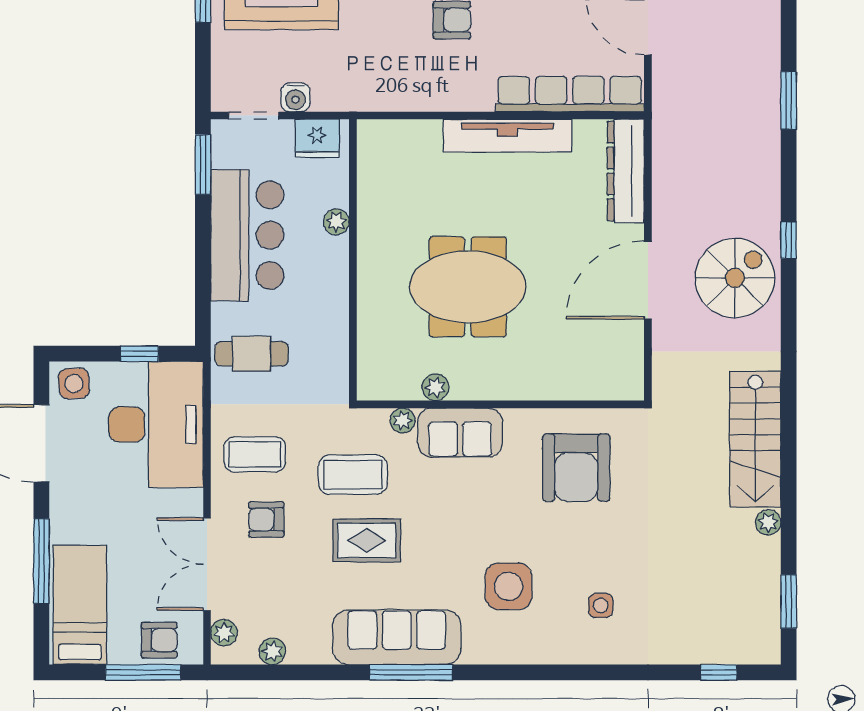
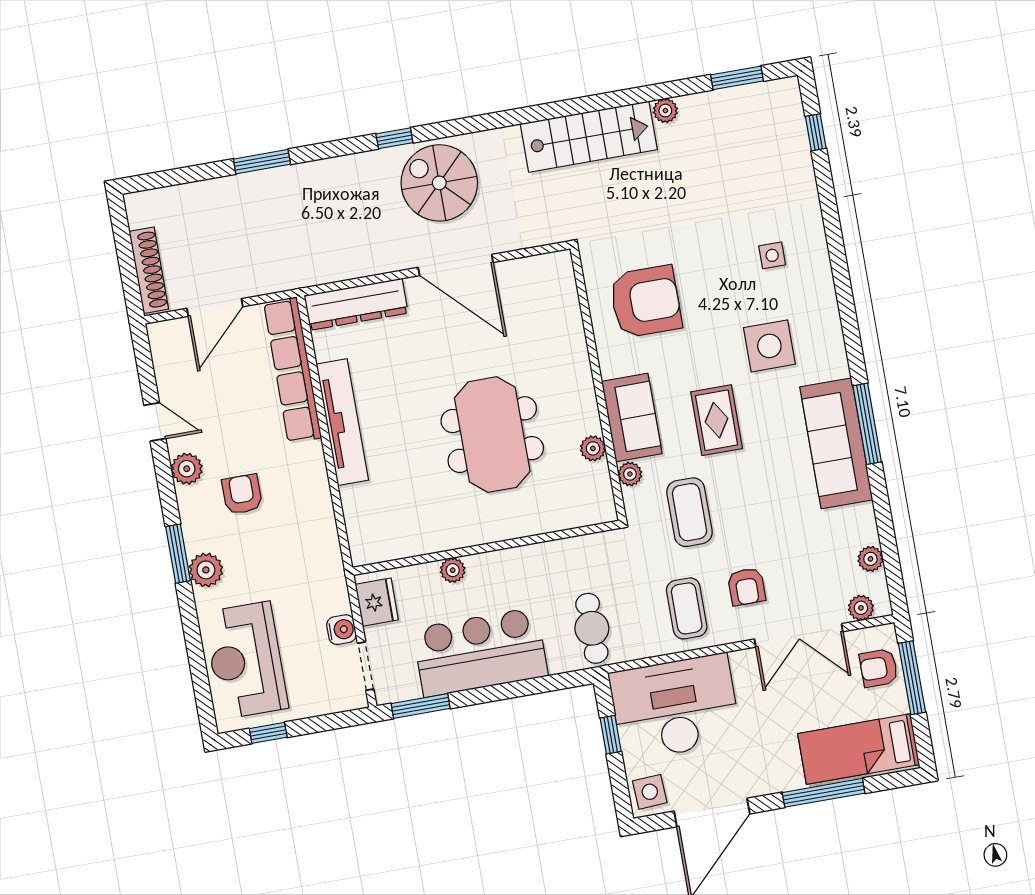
rug: (367, 540) -> (717, 420), moved
armchair: (159, 640) -> (879, 668), turned -90

